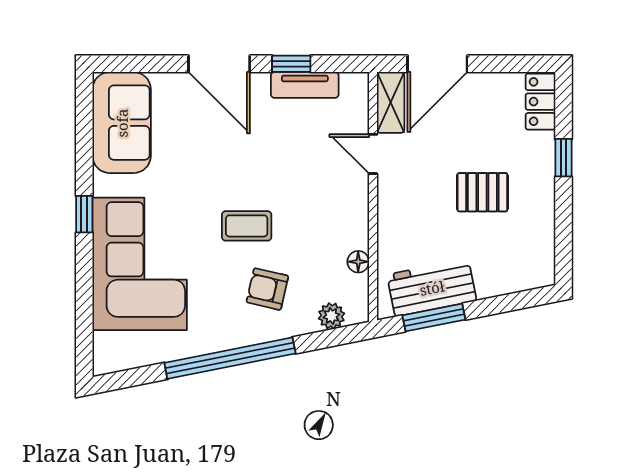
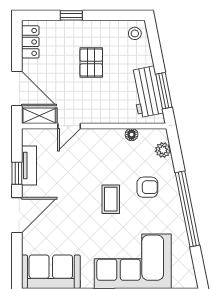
locker: (540, 102) -> (30, 42), moved, turned -90
stool: (533, 267) -> (135, 33), added
armchair: (267, 289) -> (147, 187), turned -103

